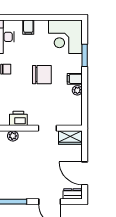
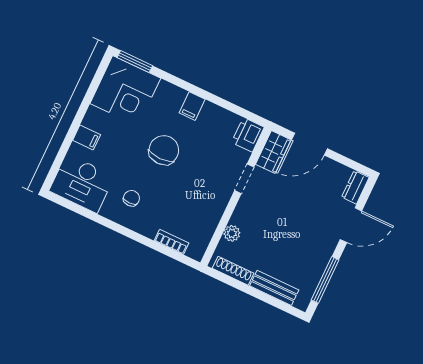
window: (85, 55) -> (135, 62), moved
plant: (77, 90) -> (210, 110), removed
printer: (18, 118) -> (248, 135), moved
door: (85, 173) -> (309, 144), moved

